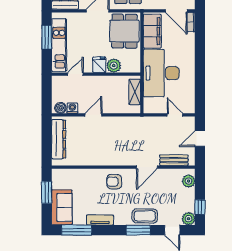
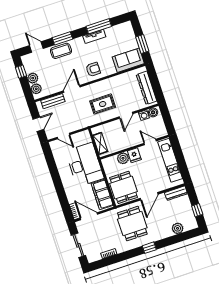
window: (47, 37) -> (182, 163), removed
door: (75, 74) -> (150, 142), swing flipped
rug: (117, 137) -> (103, 104), added
sofa: (62, 207) -> (128, 60), moved, turned 90
plant: (189, 219) -> (33, 78), moved
window: (77, 230) -> (99, 26), moved

